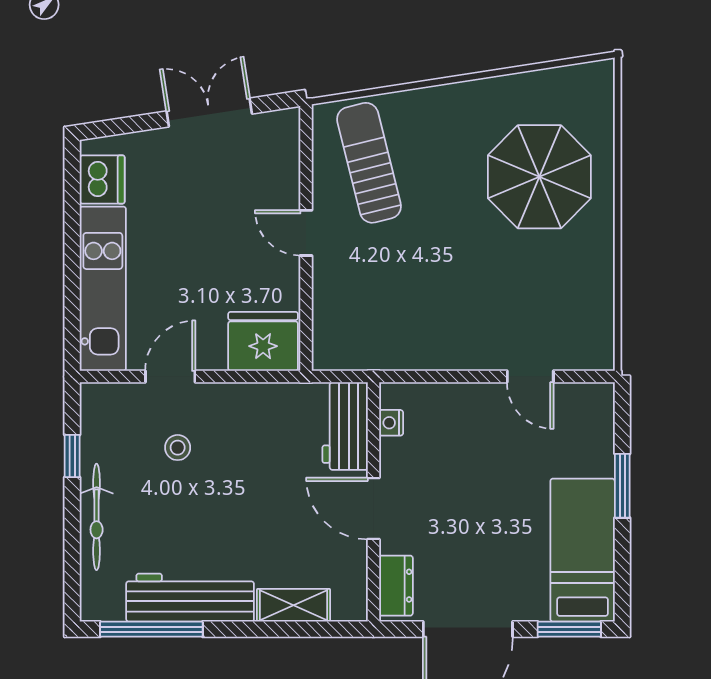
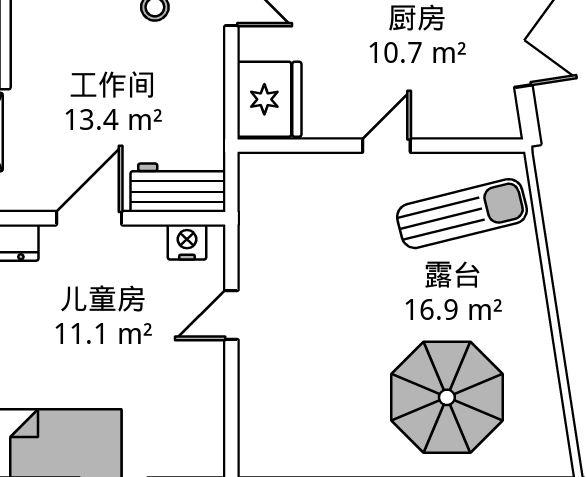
door: (530, 377) -> (231, 315), moved
nightstand: (391, 423) -> (187, 242), width x1.39, depth x1.35

